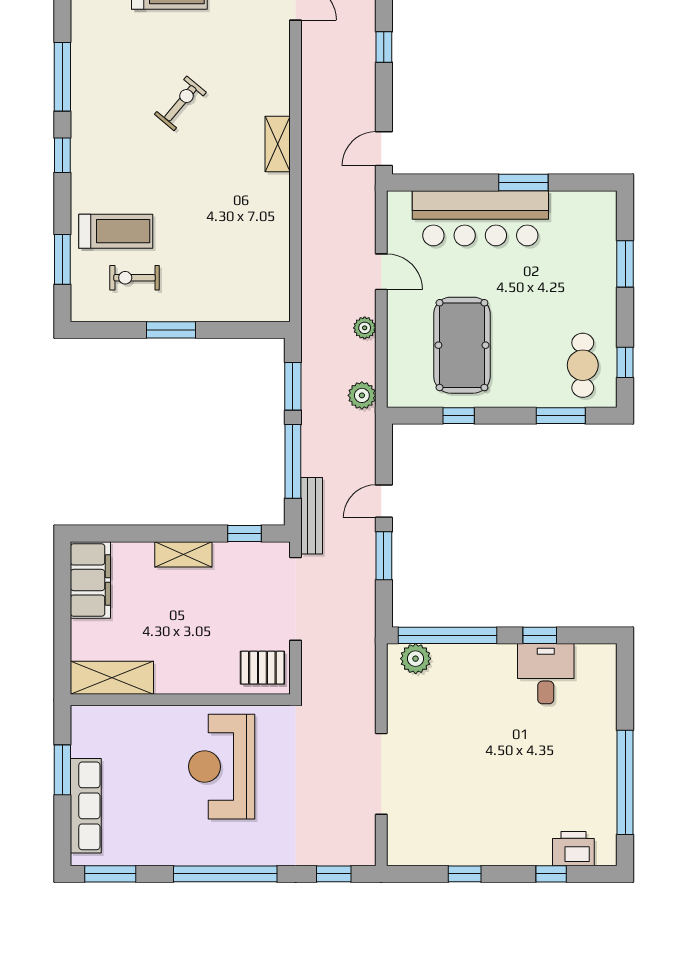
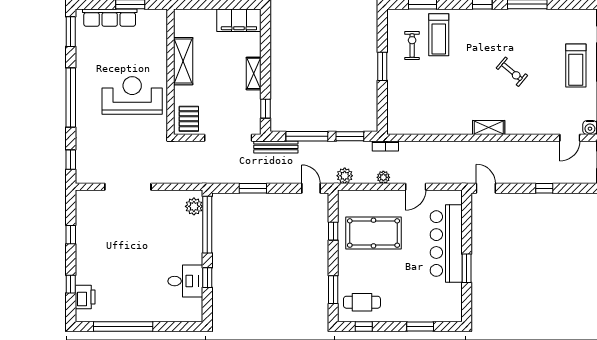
bookcase: (310, 324) -> (385, 146), added
door: (384, 501) -> (311, 188), moved
shelving: (112, 678) -> (183, 61), moved

